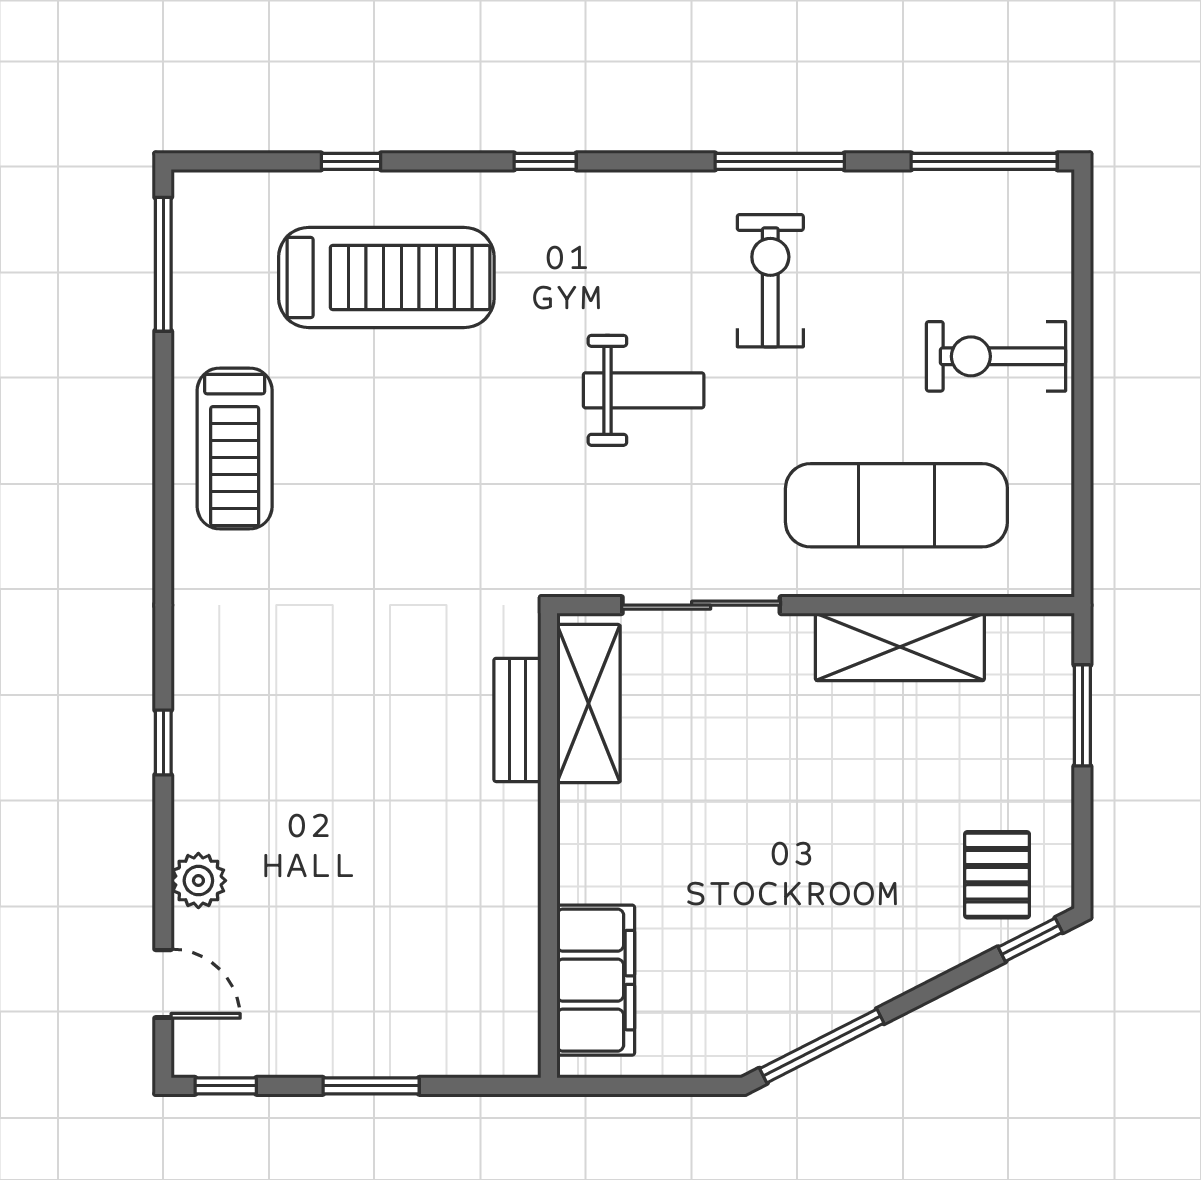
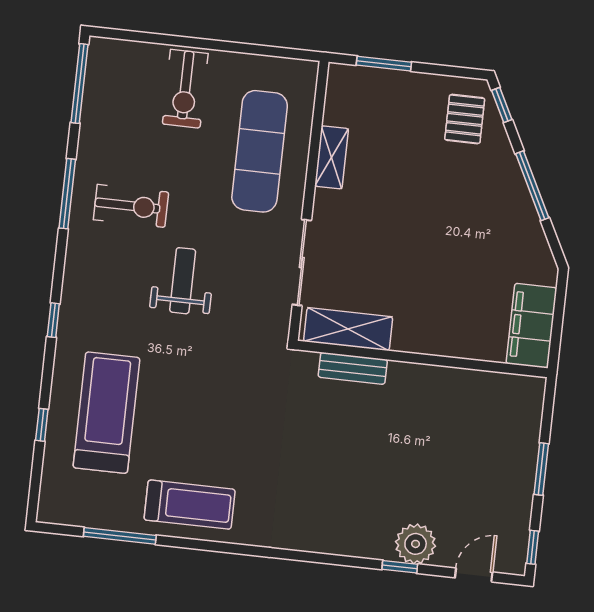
window: (163, 264) -> (120, 536), moved
exercise bike: (770, 281) -> (131, 206), turned 180
shelving: (900, 647) -> (332, 157), width x0.67, depth x0.75
window: (163, 743) -> (400, 567), moved
pallet: (997, 875) -> (465, 119), turned 90
plant: (198, 881) -> (416, 544), width x1.36, depth x1.36
filing cabinet: (596, 980) -> (532, 326), moved, turned -90
window: (822, 1046) -> (532, 186), moved

